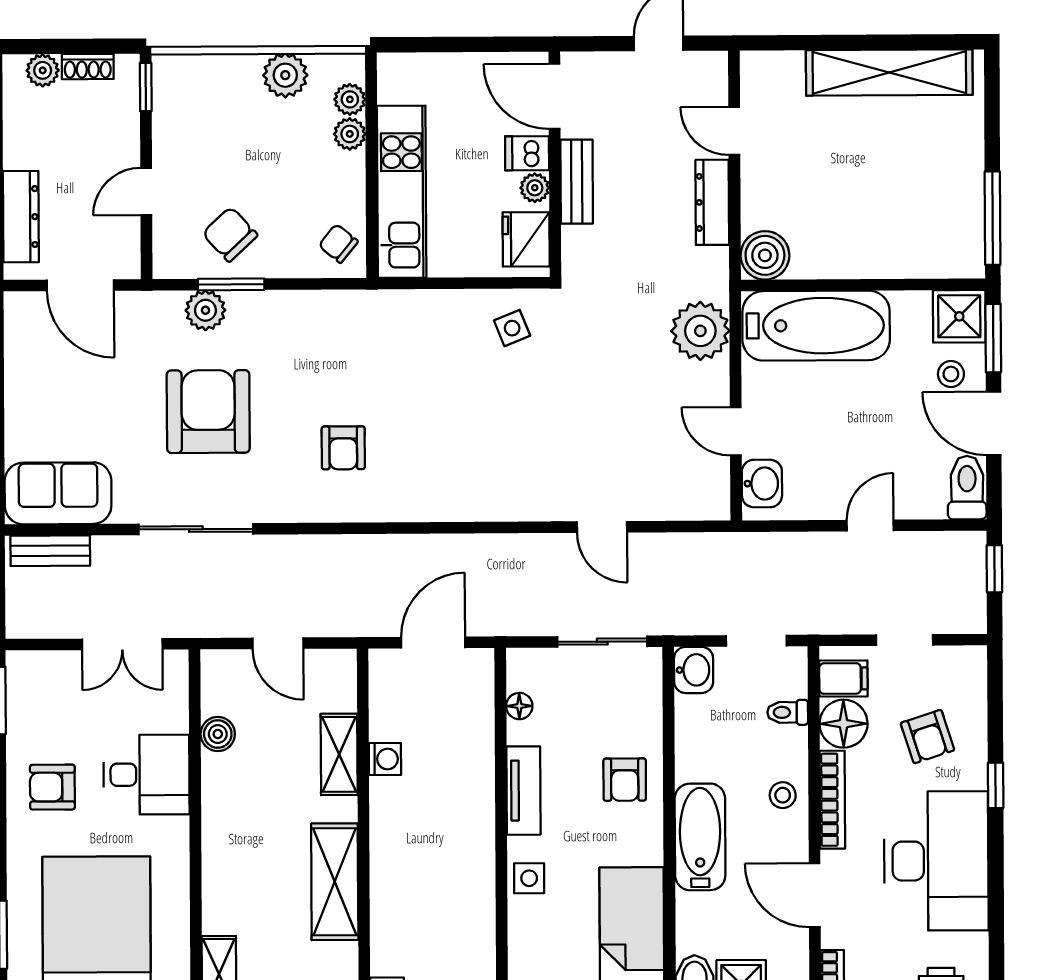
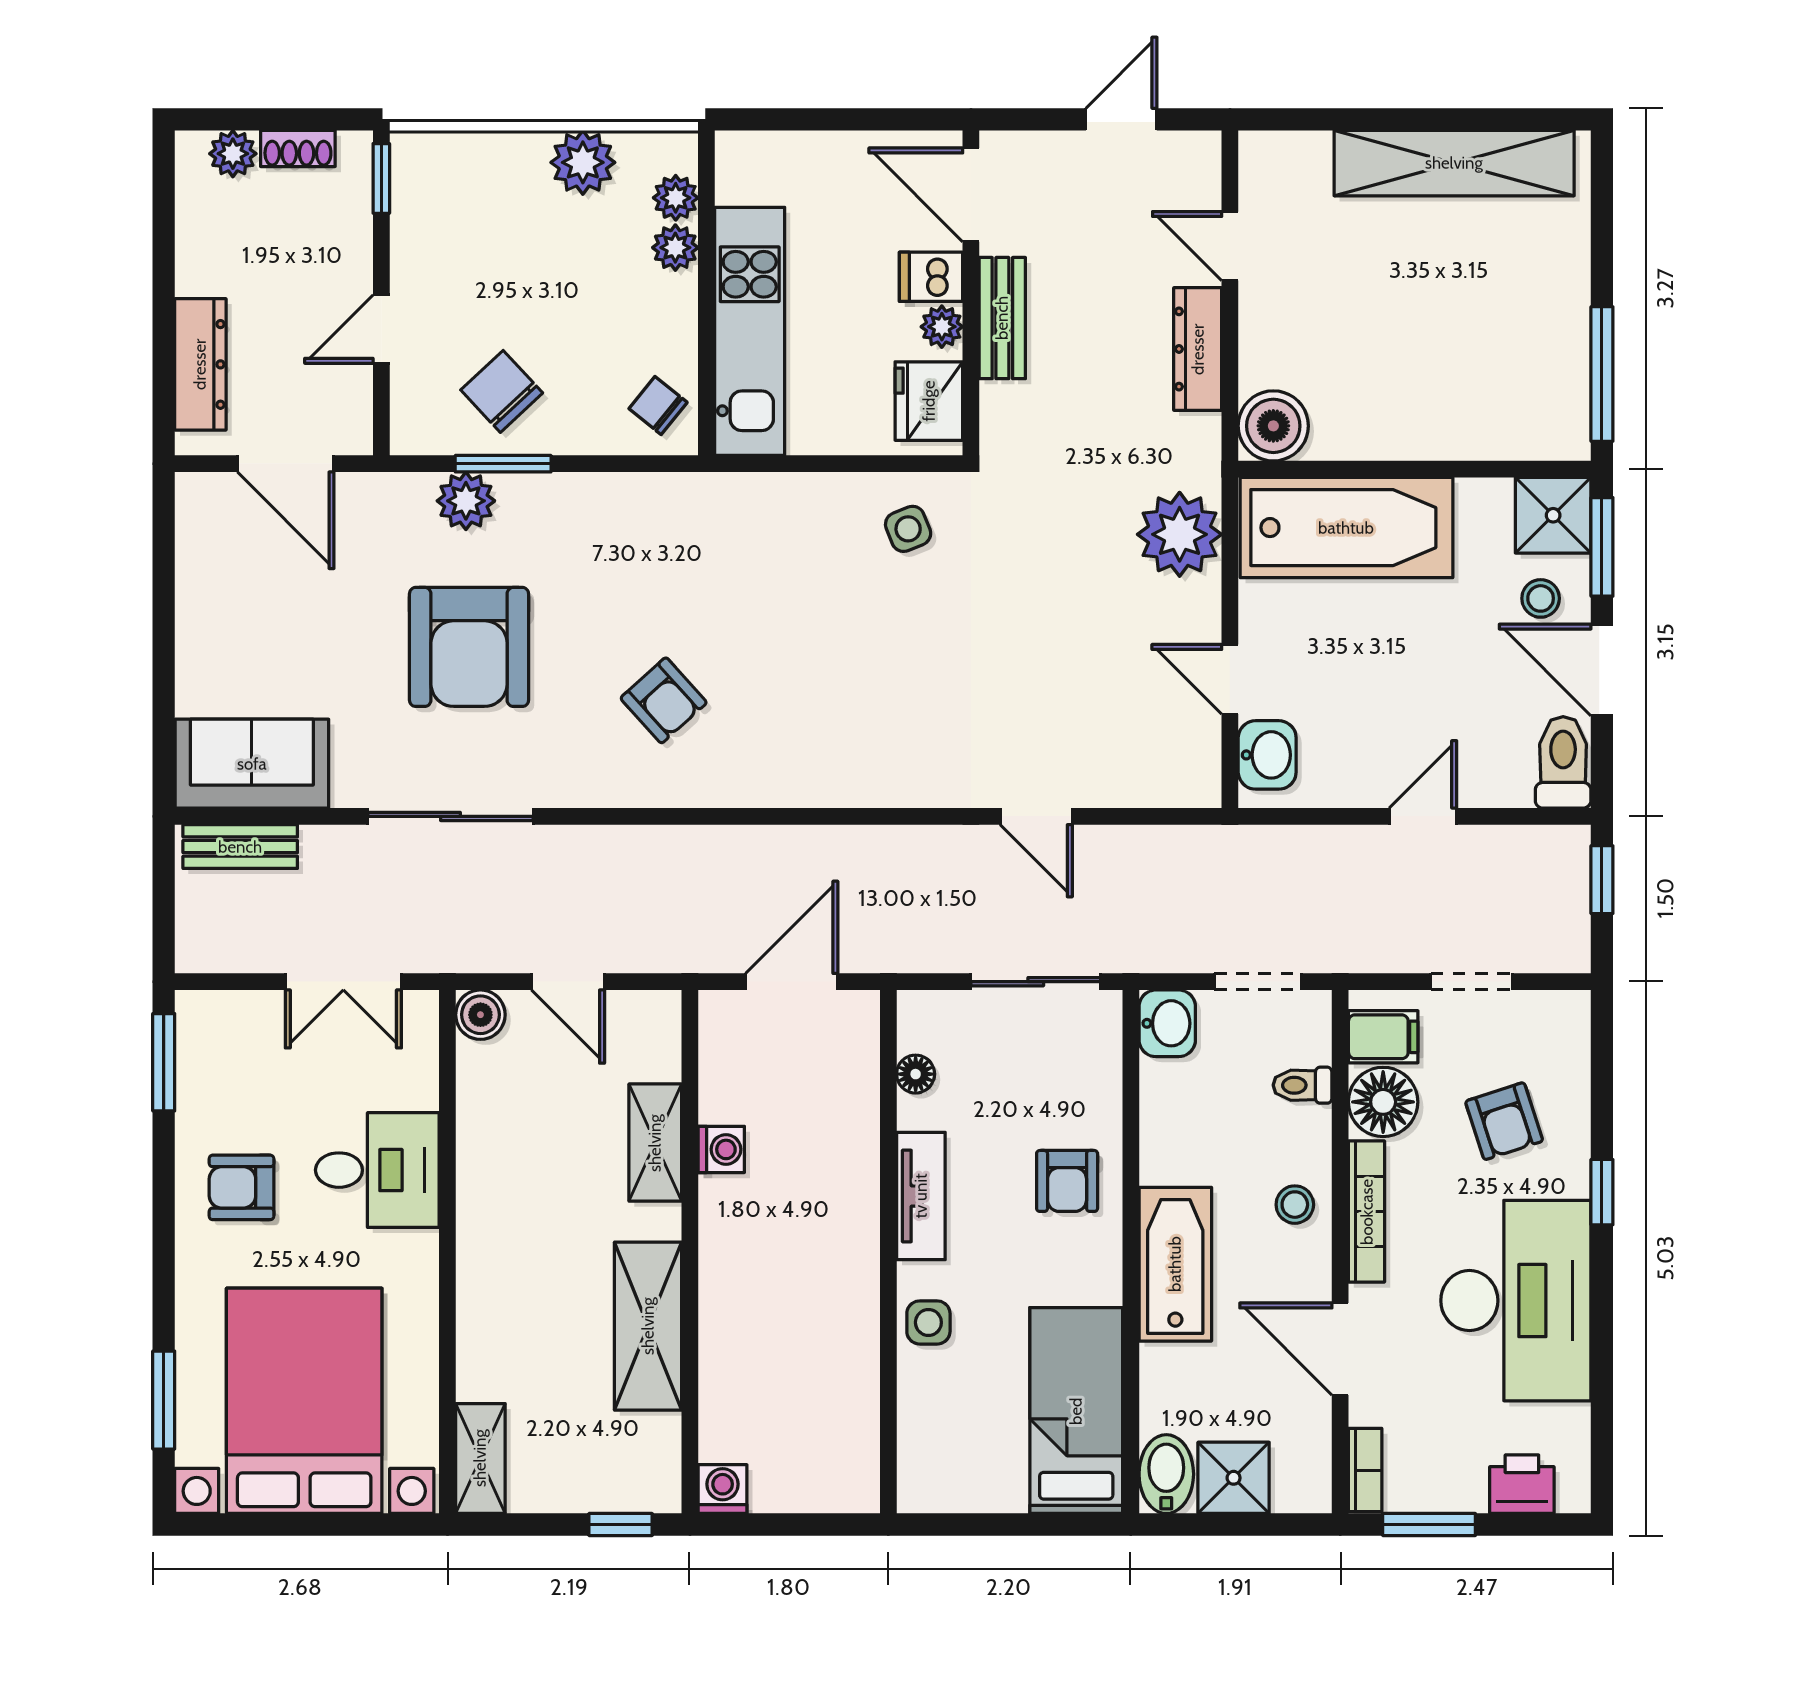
armchair: (208, 412) -> (469, 647), turned 180
armchair: (343, 448) -> (664, 700), turned -42
boiler: (218, 734) -> (480, 1015), moved

